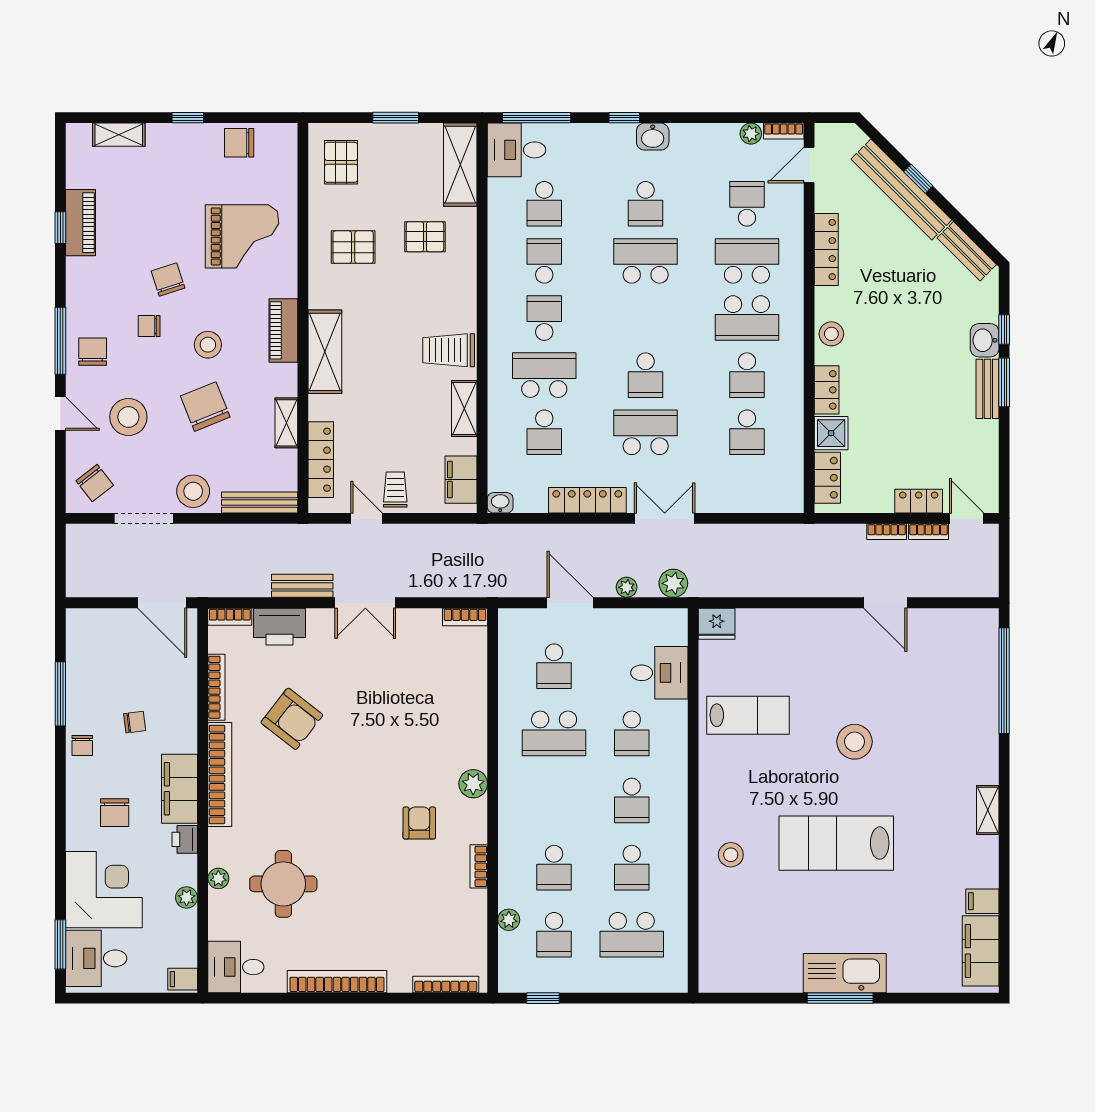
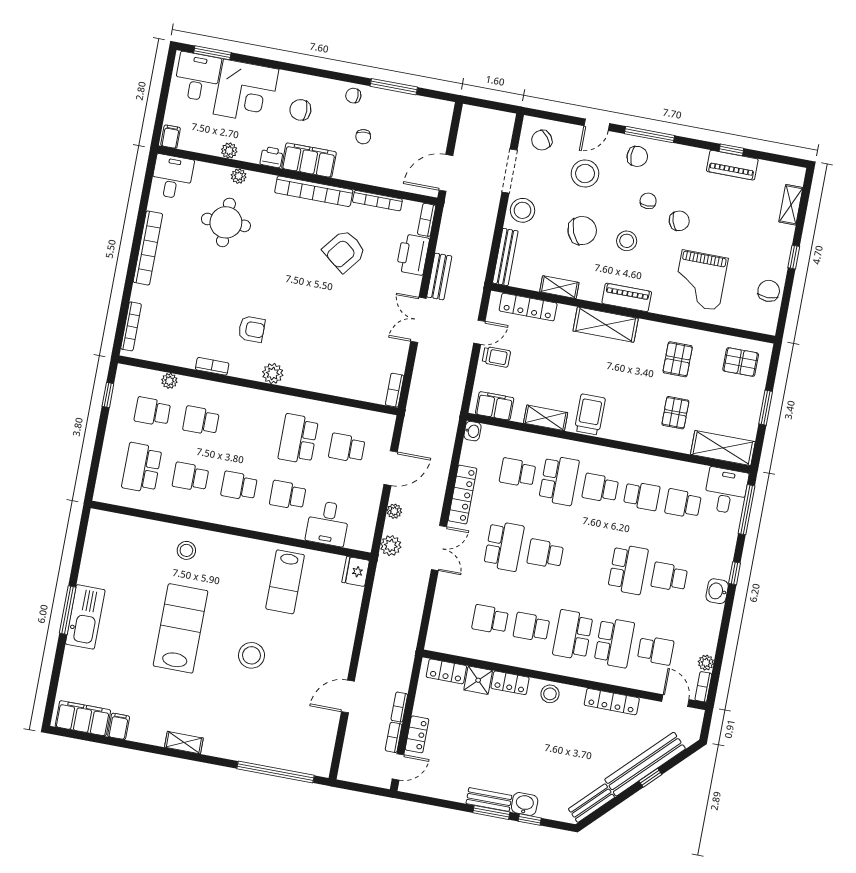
school desk: (544, 318) -> (600, 488), turned 180

